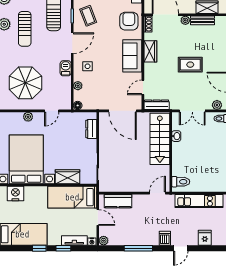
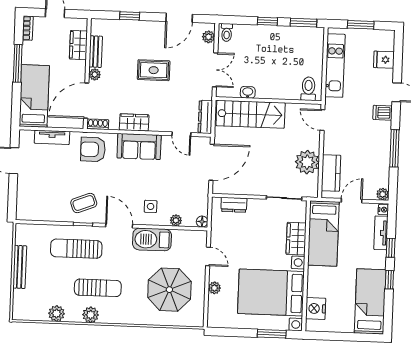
rug: (190, 65) -> (154, 70), turned 90
barbecue: (66, 68) -> (152, 239), width x1.88, depth x1.53
plant: (125, 183) -> (307, 162), added

